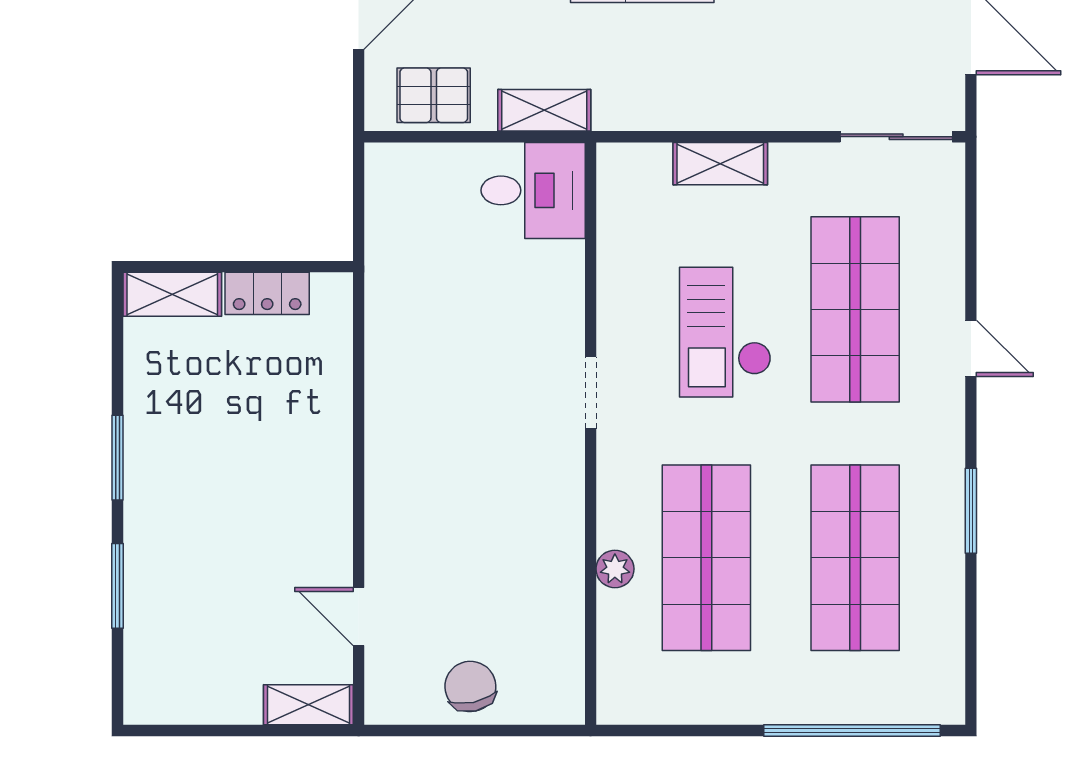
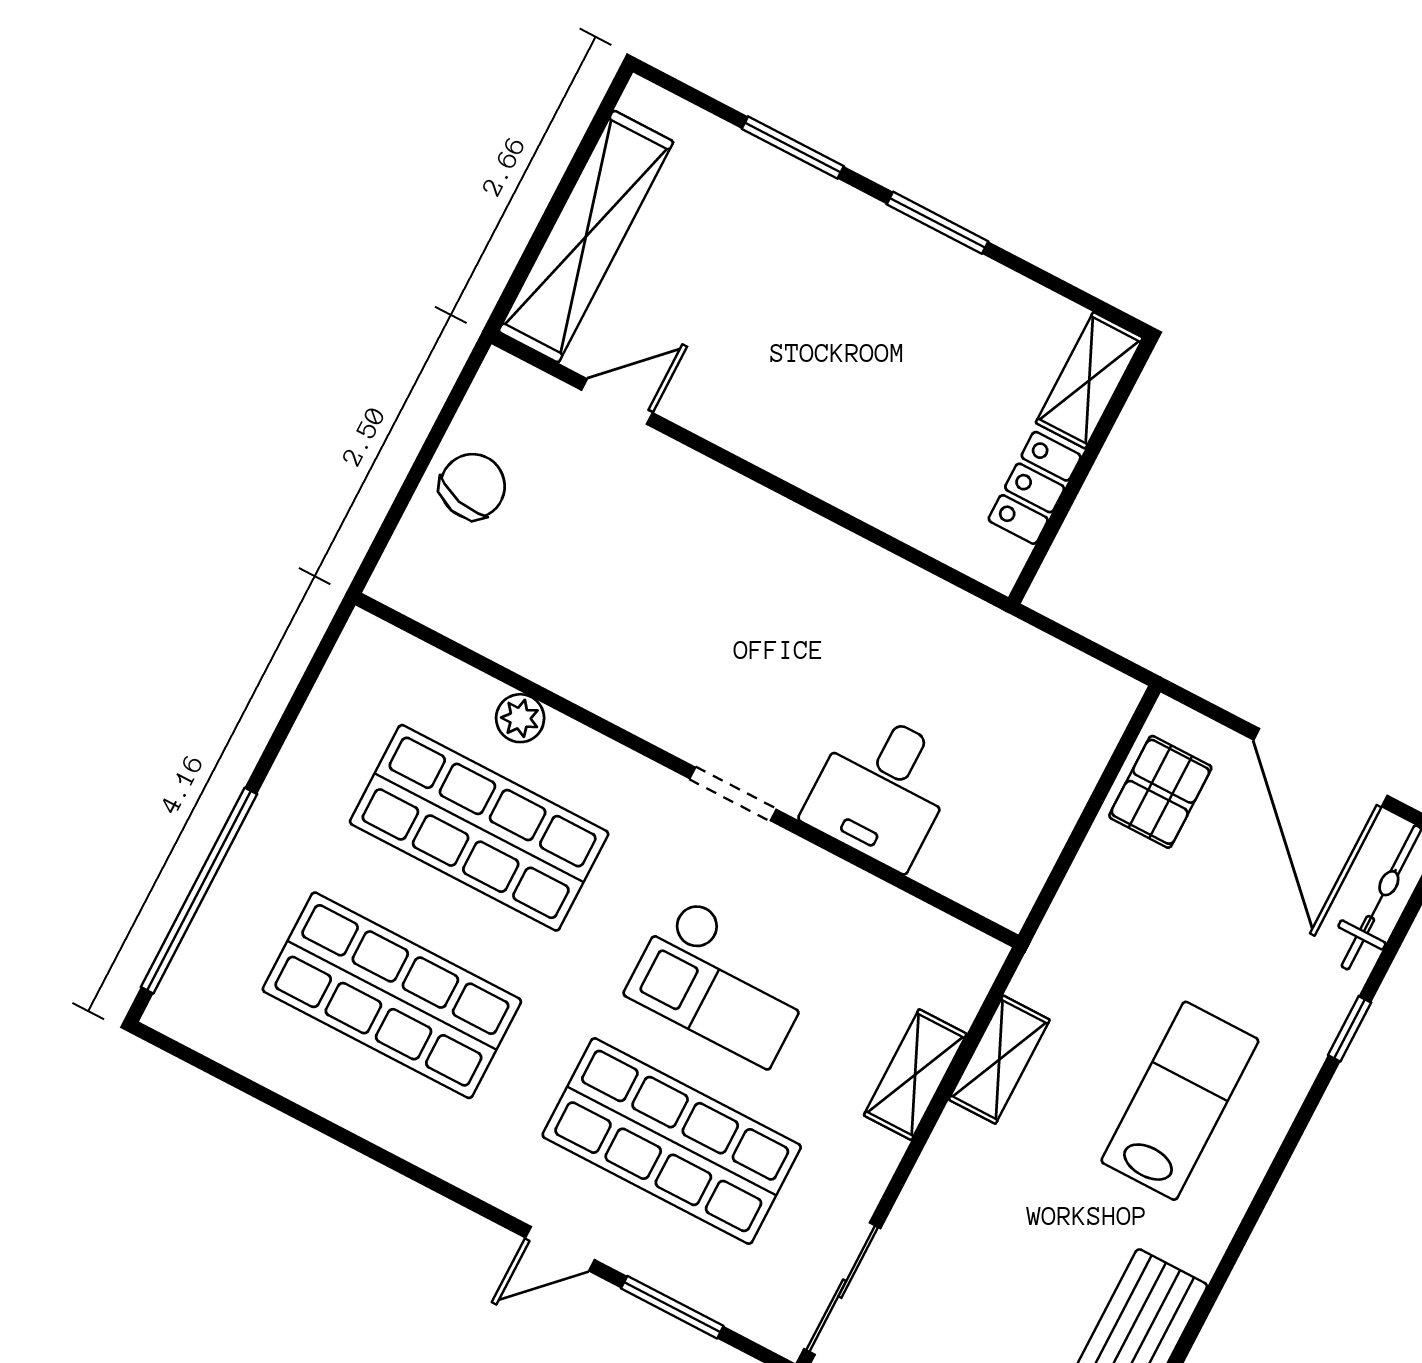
shelving: (544, 110) -> (999, 1060), moved
desk: (533, 190) -> (882, 789), moved
checkout: (725, 332) -> (722, 981), turned 180
window: (971, 511) -> (672, 1307), moved
chair: (470, 686) -> (473, 486), turned -64
shelving: (308, 705) -> (586, 236), width x2.20, depth x1.33

